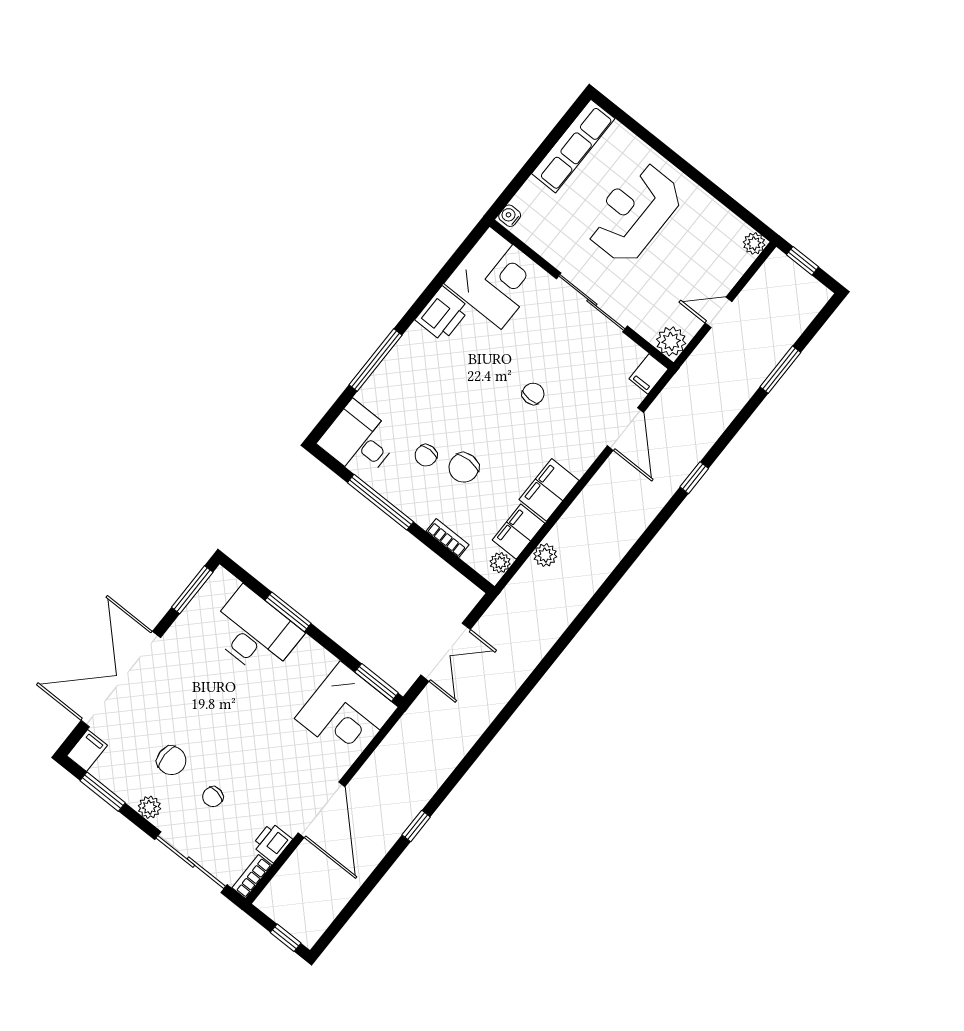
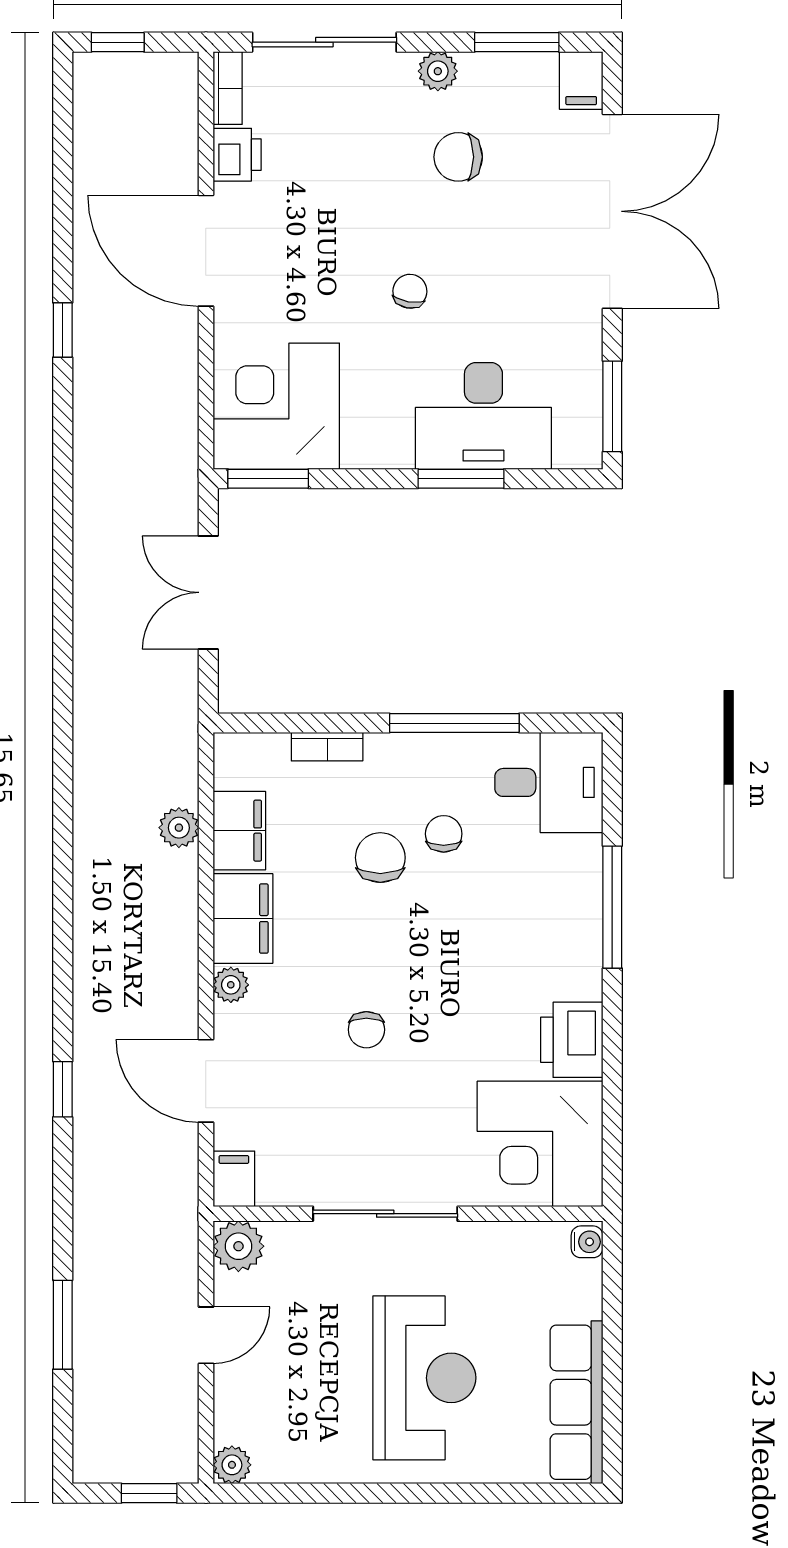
plant: (500, 563) -> (231, 985), moved
chair: (213, 797) -> (410, 291), moved

